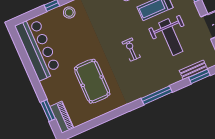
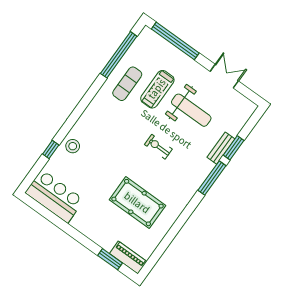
bar counter: (38, 49) -> (55, 196), width x0.73
bench: (193, 70) -> (221, 148), moved
window: (199, 76) -> (234, 148), moved

